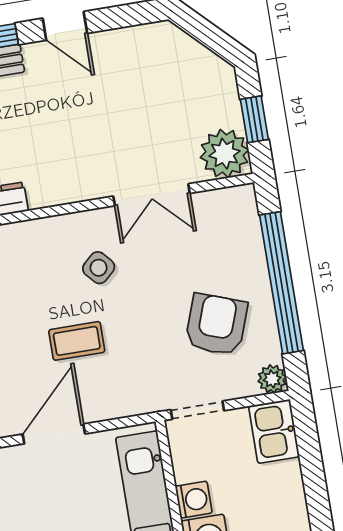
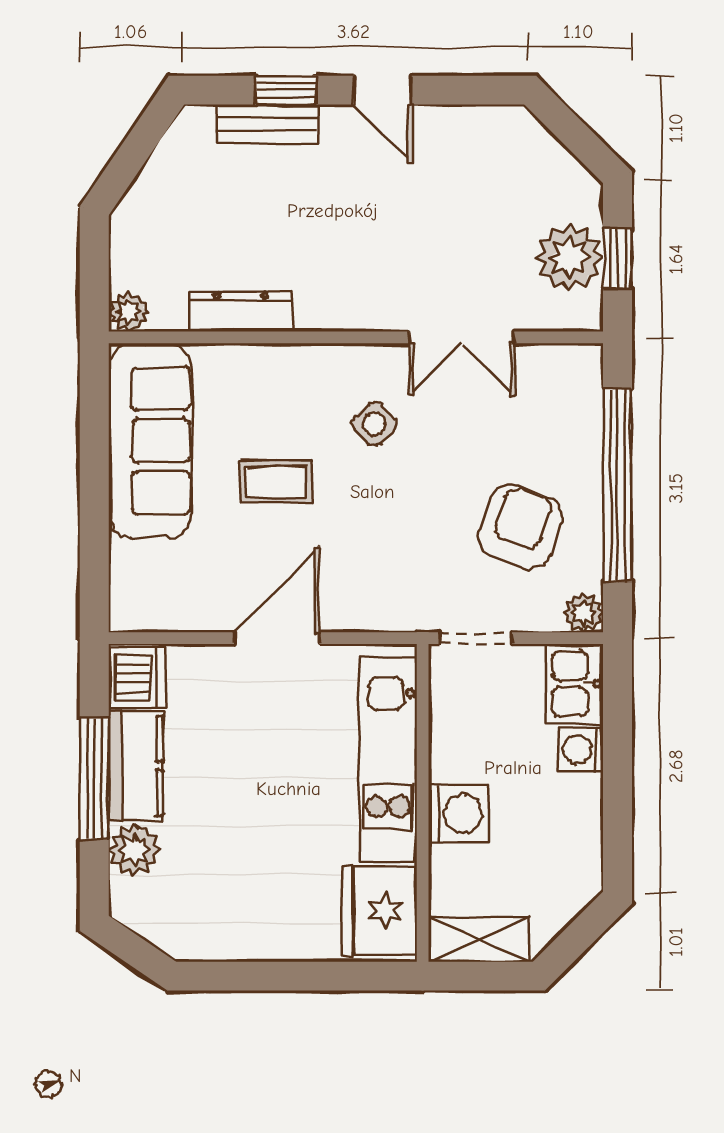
plant: (224, 154) -> (569, 257), moved
coffee table: (77, 341) -> (276, 481), moved
washing machine: (194, 500) -> (581, 750), moved, turned 180

